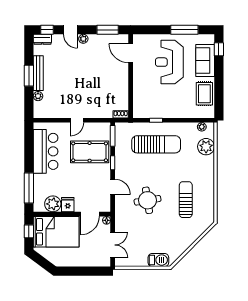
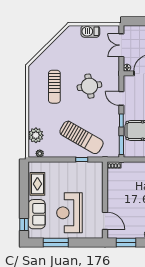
reception desk: (169, 62) -> (69, 213), turned 180
sun lounger: (156, 144) -> (82, 137), turned -150
barbecue: (158, 260) -> (90, 31), moved

